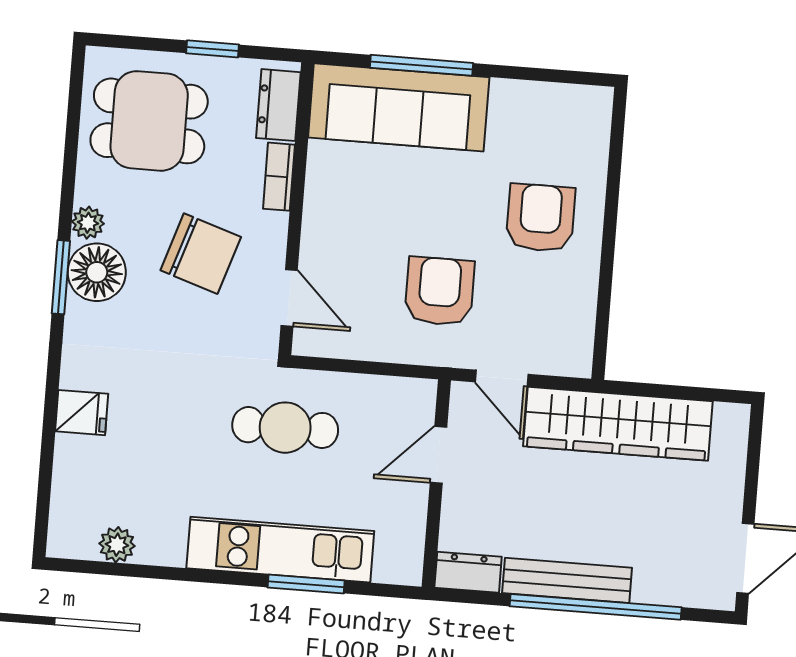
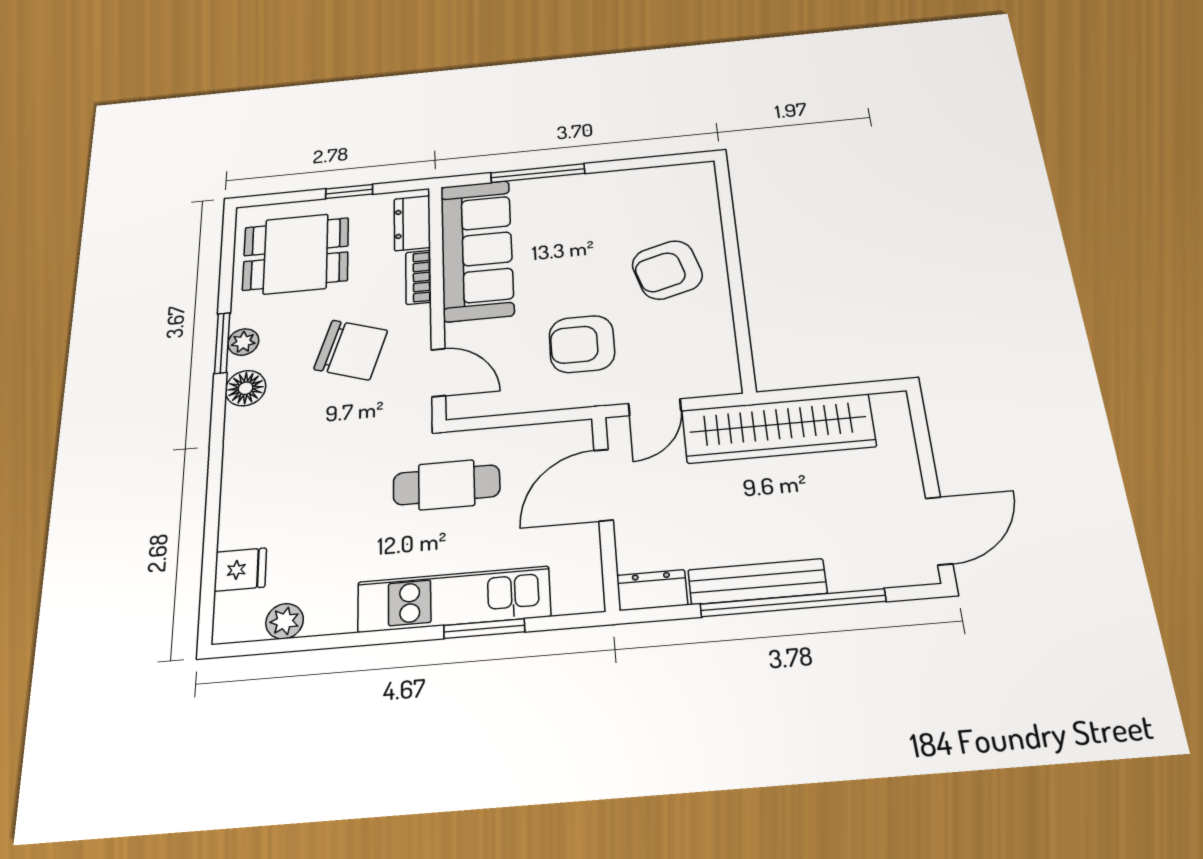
sofa: (399, 107) -> (477, 250), moved, turned -90
armchair: (541, 218) -> (667, 270), turned -106
floor lamp: (97, 272) -> (246, 388), width x0.73, depth x0.73
window: (61, 277) -> (222, 343), moved
armchair: (440, 291) -> (582, 344), turned -90
door: (502, 378) -> (655, 407), hinge flipped
fridge: (82, 413) -> (240, 570), moved
door: (439, 455) -> (603, 485), width x1.38

